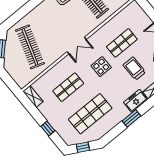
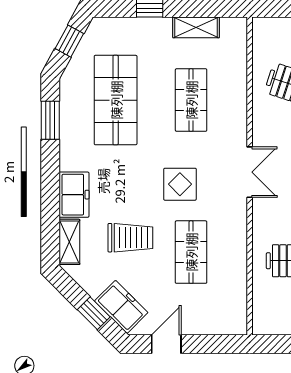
double door: (77, 46) -> (250, 172), swing flipped
shelving: (33, 97) -> (196, 27), moved
window: (131, 118) -> (50, 120), moved

